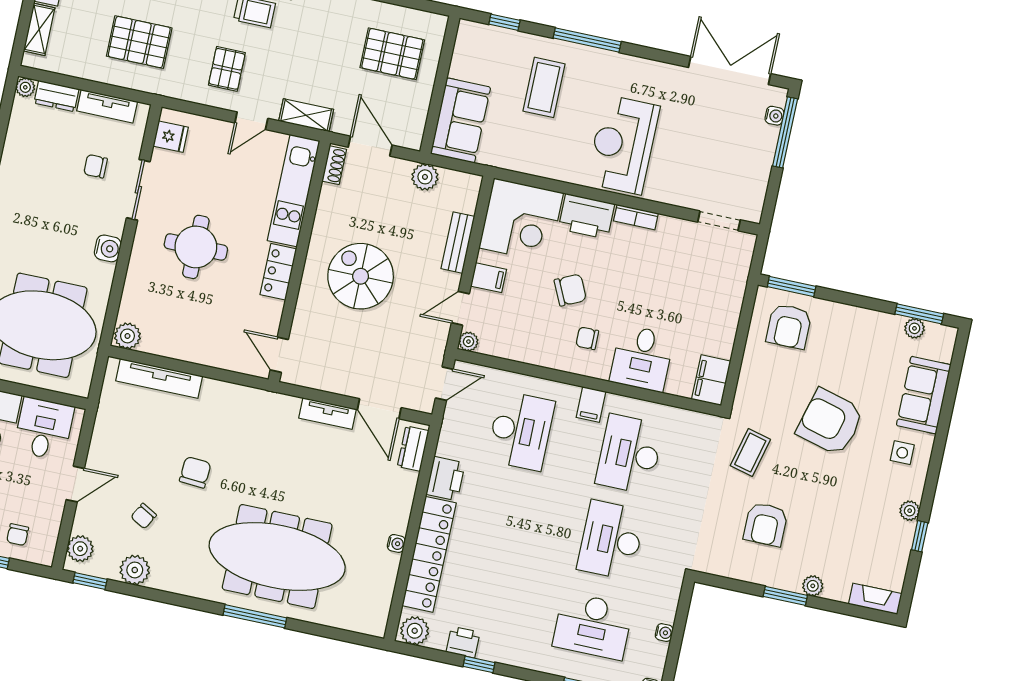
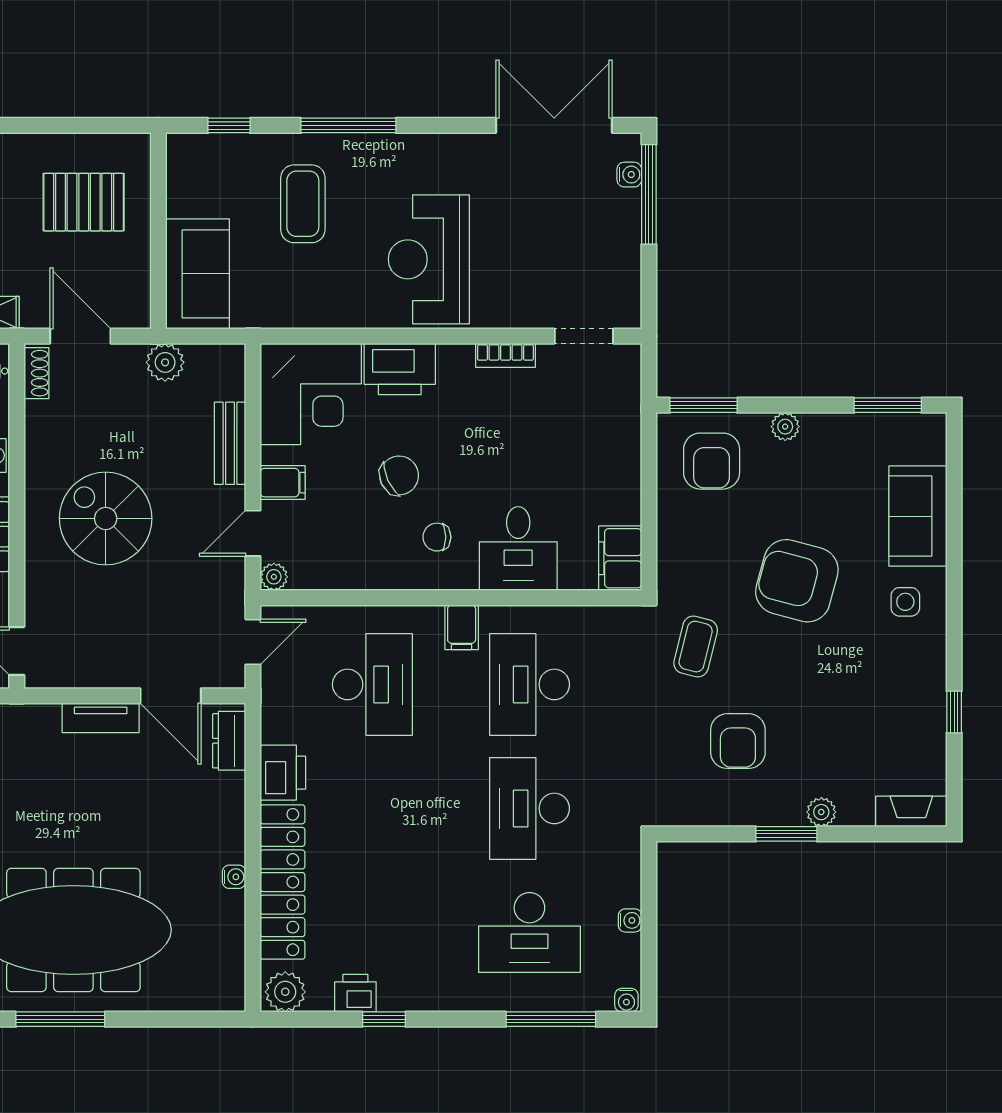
bookcase: (636, 217) -> (505, 355), moved
plant: (914, 328) -> (785, 427), moved
plant: (910, 511) -> (933, 680), removed

